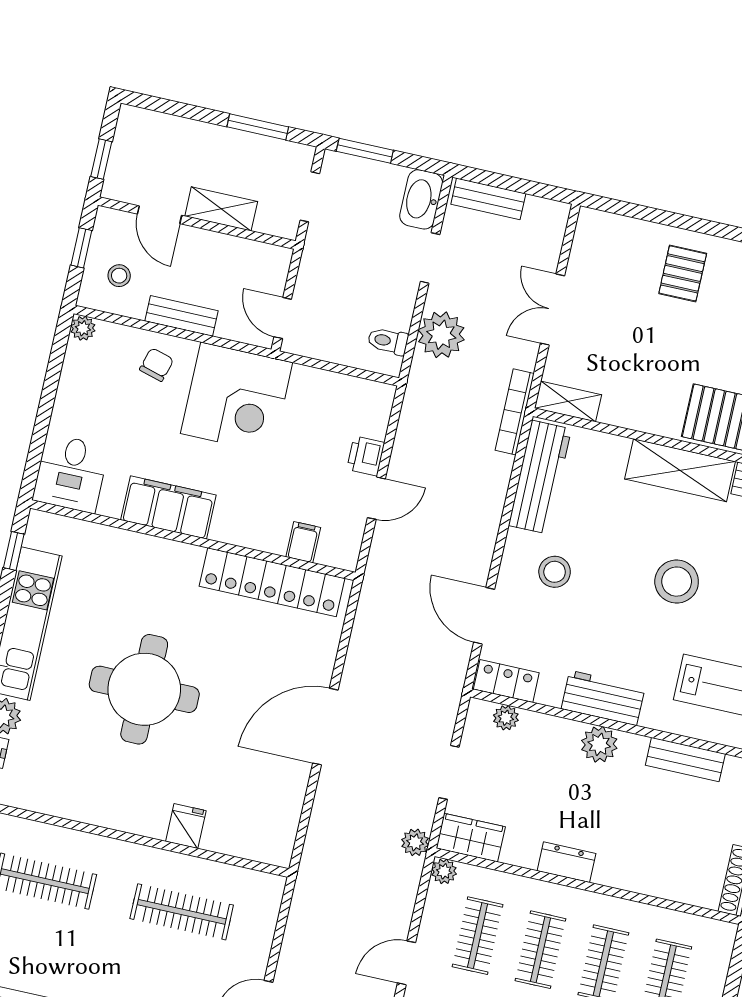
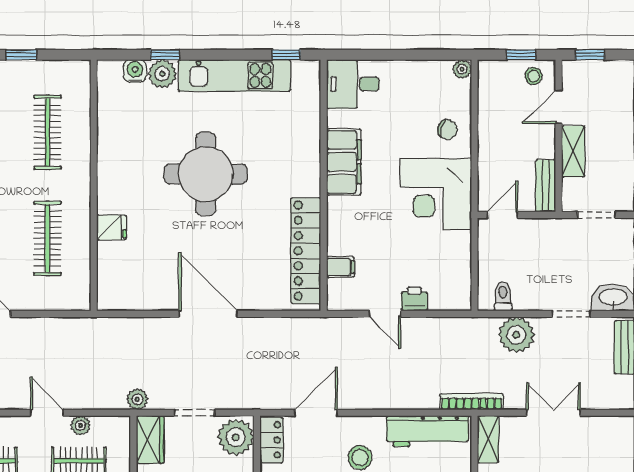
stool: (119, 276) -> (534, 76), moved
bench: (181, 316) -> (546, 186), moved
plant: (506, 718) -> (236, 437), width x1.88, depth x1.88
plant: (444, 871) -> (81, 425), moved

